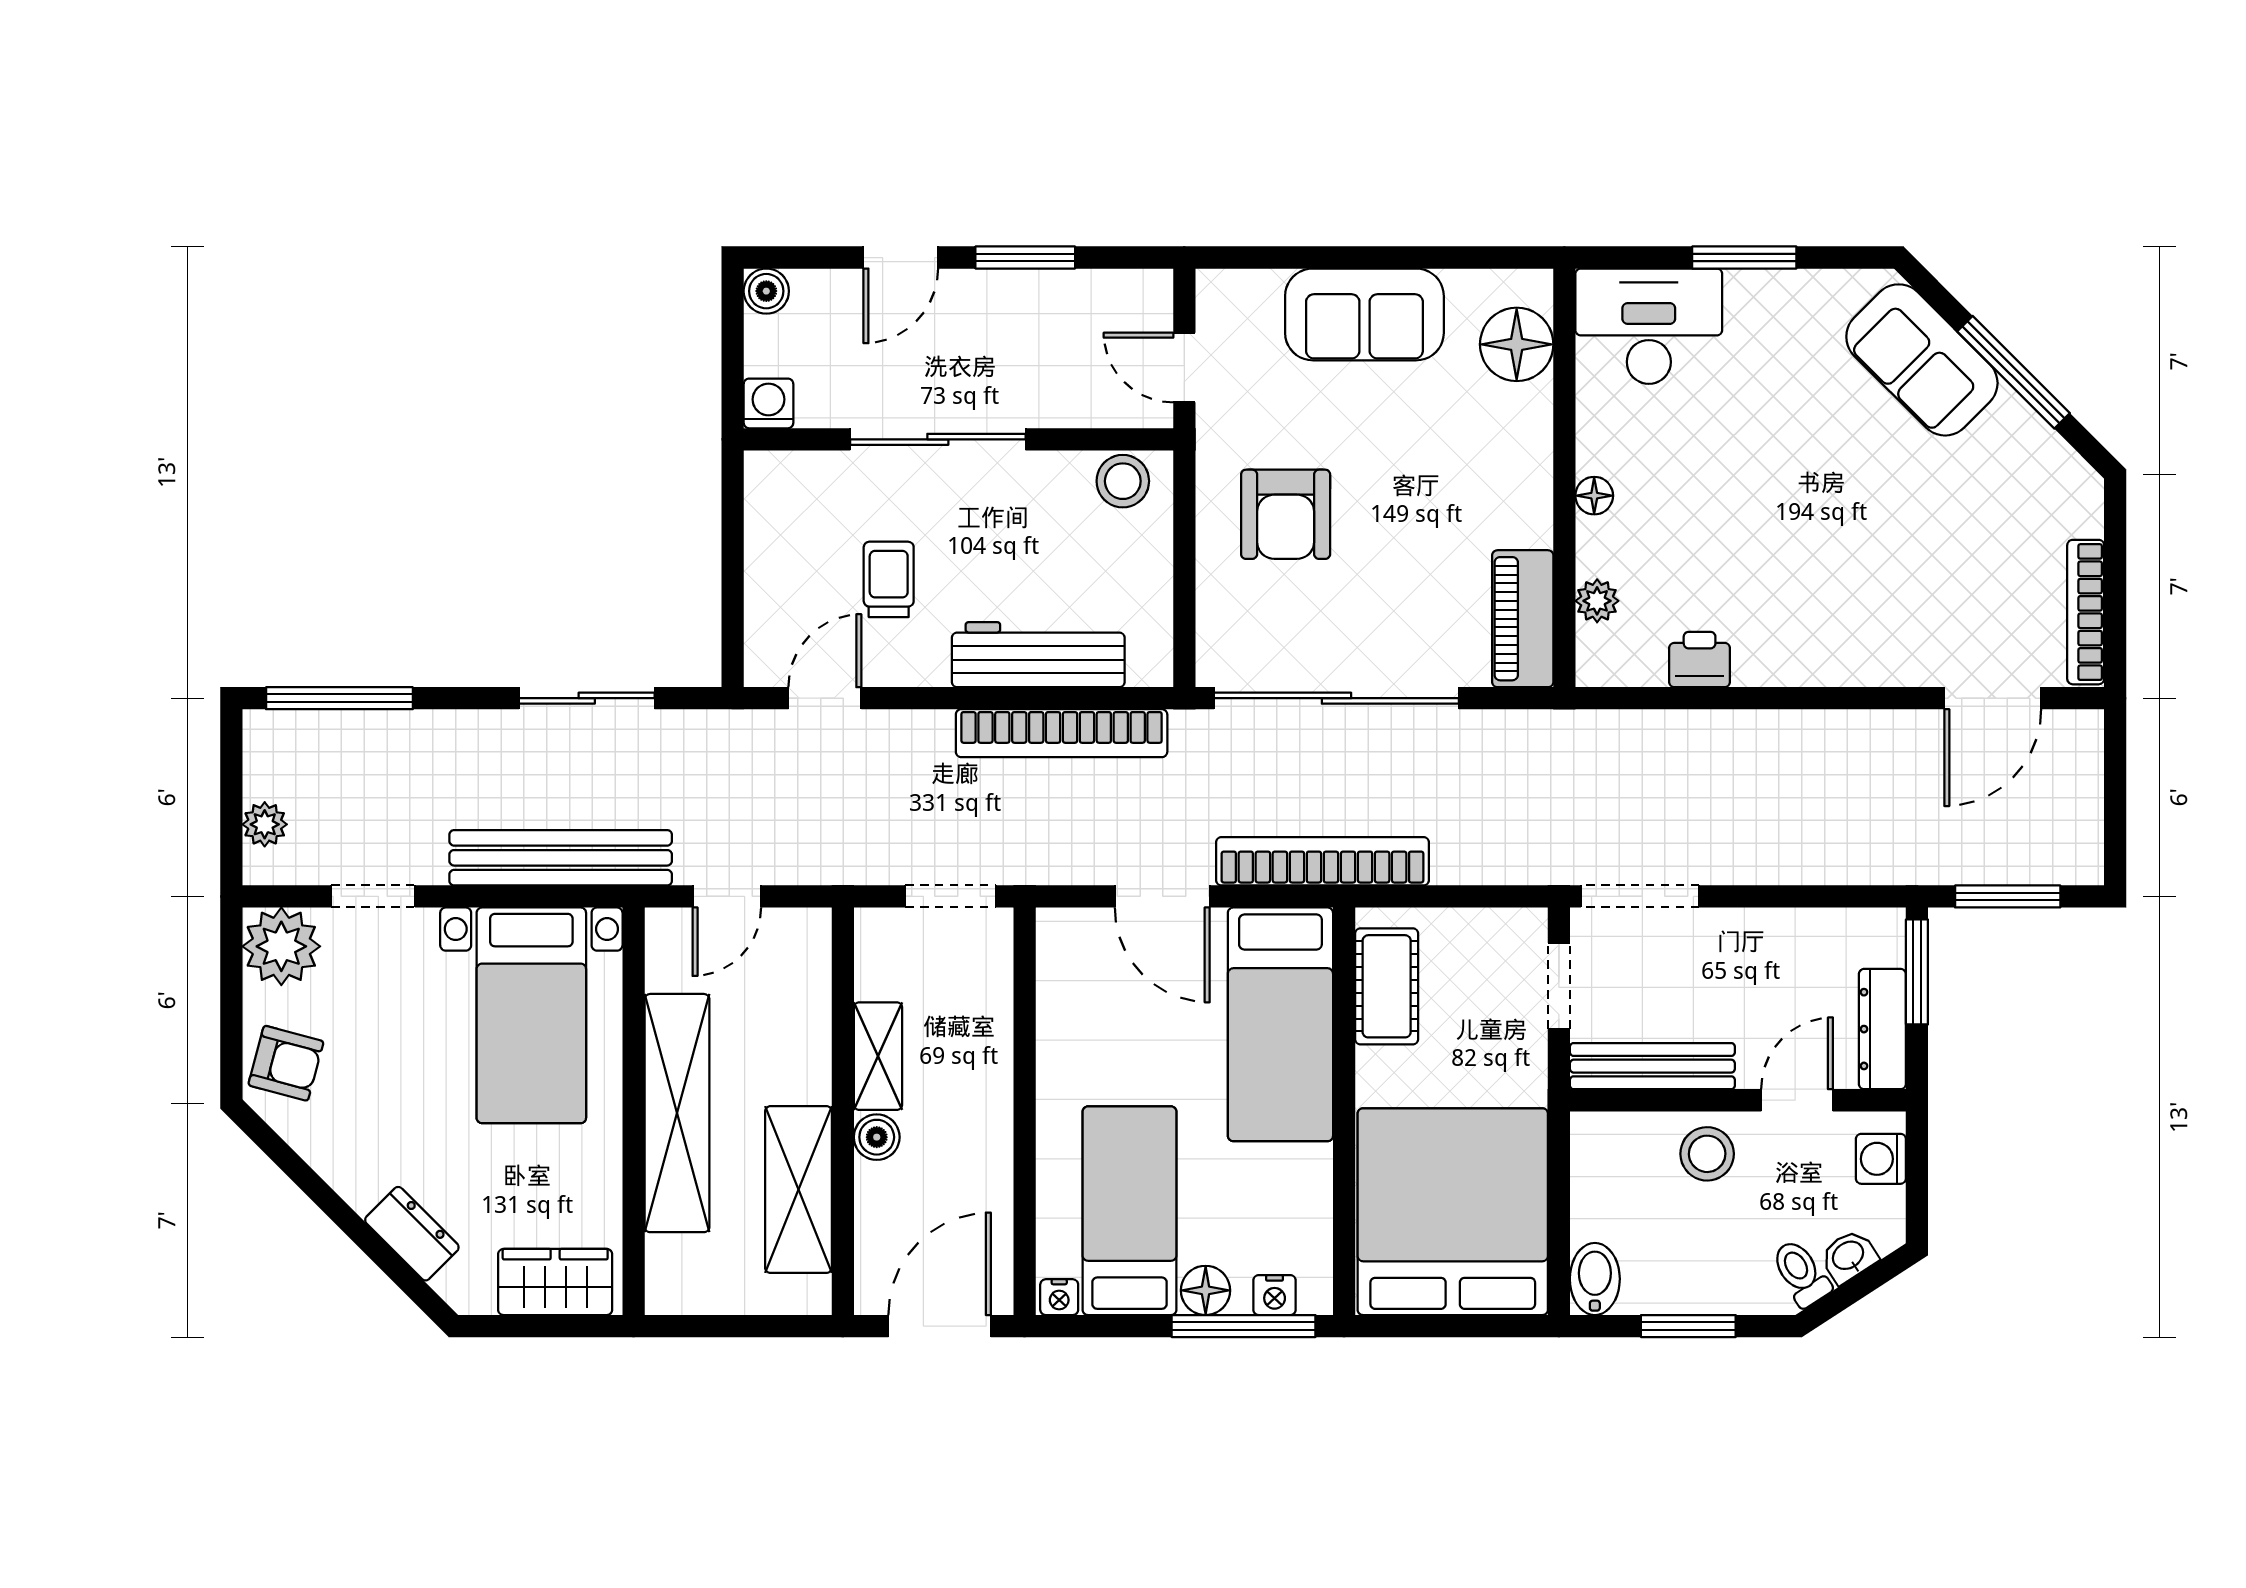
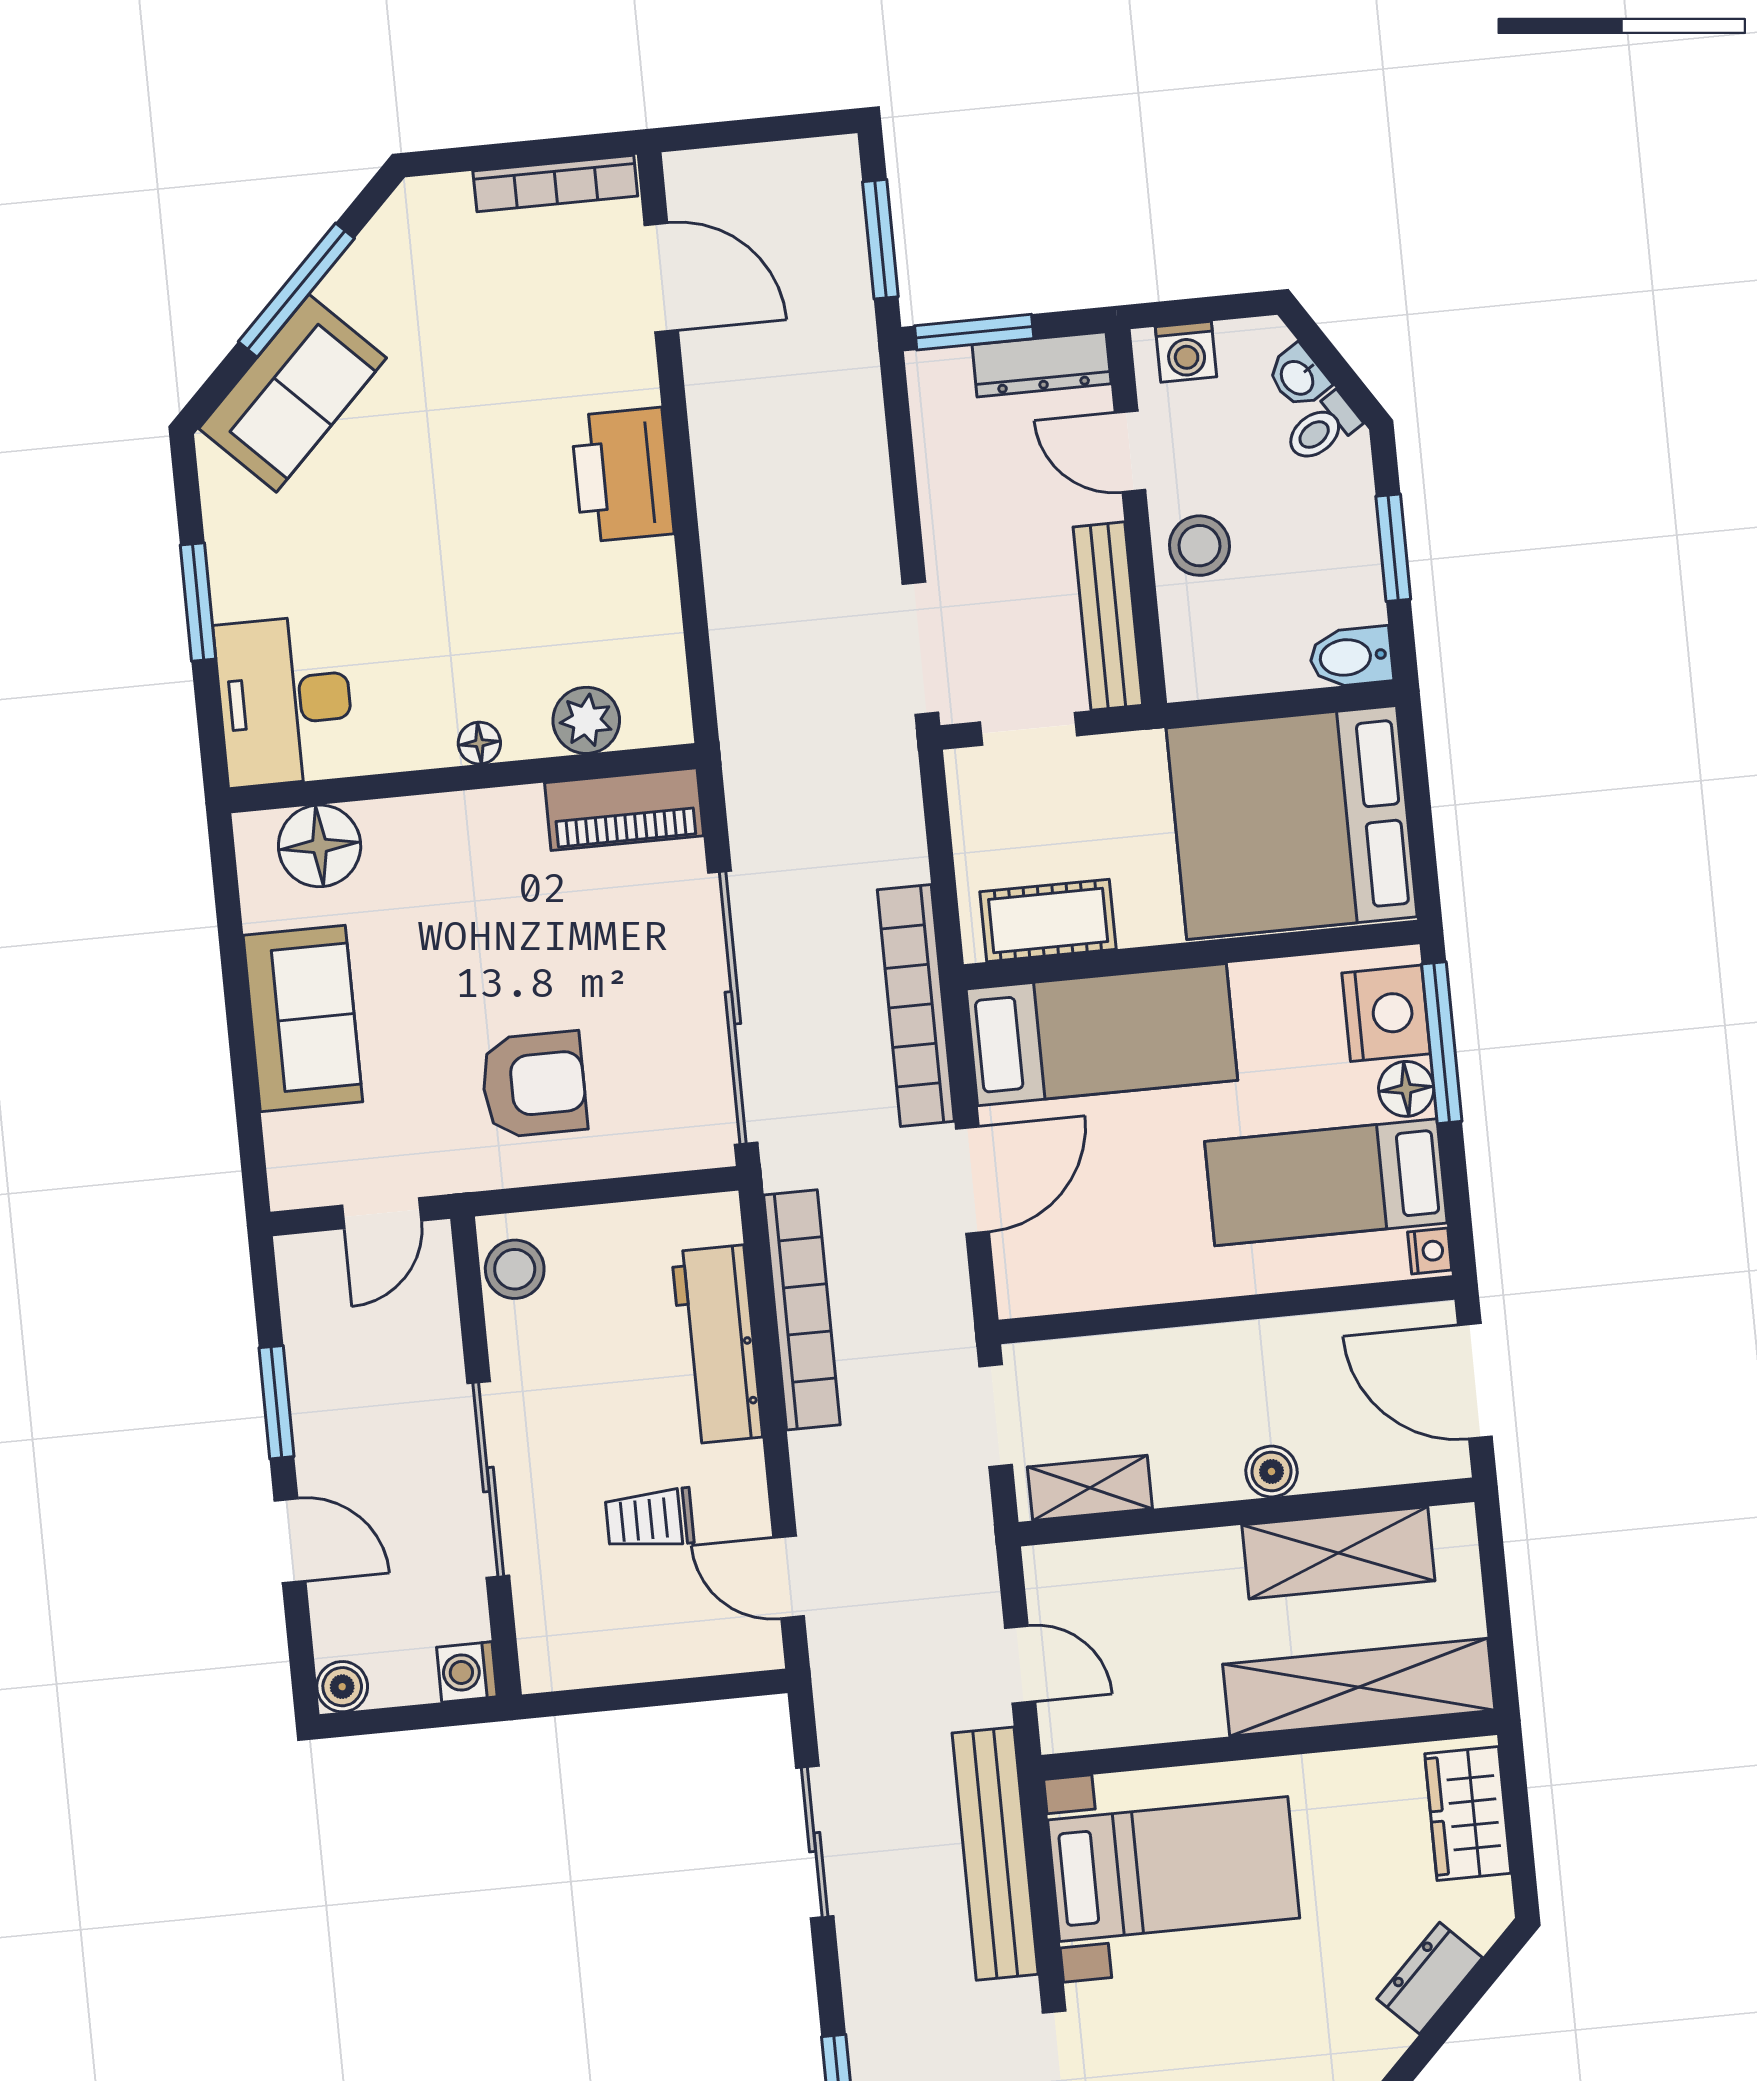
plant: (1597, 601) -> (586, 720), width x1.38, depth x1.38
printer: (1700, 659) -> (622, 475), moved, width x1.87, depth x1.48
shelving: (878, 1056) -> (1090, 1488), moved
shelving: (677, 1113) -> (1359, 1687), moved
nightstand: (1275, 1295) -> (1386, 1013), width x1.89, depth x1.79

